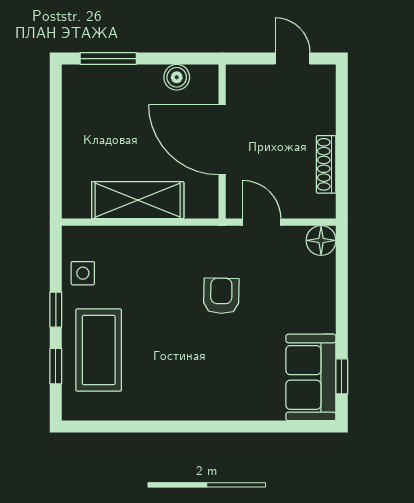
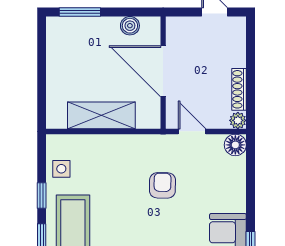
plant: (324, 207) -> (238, 120), added

